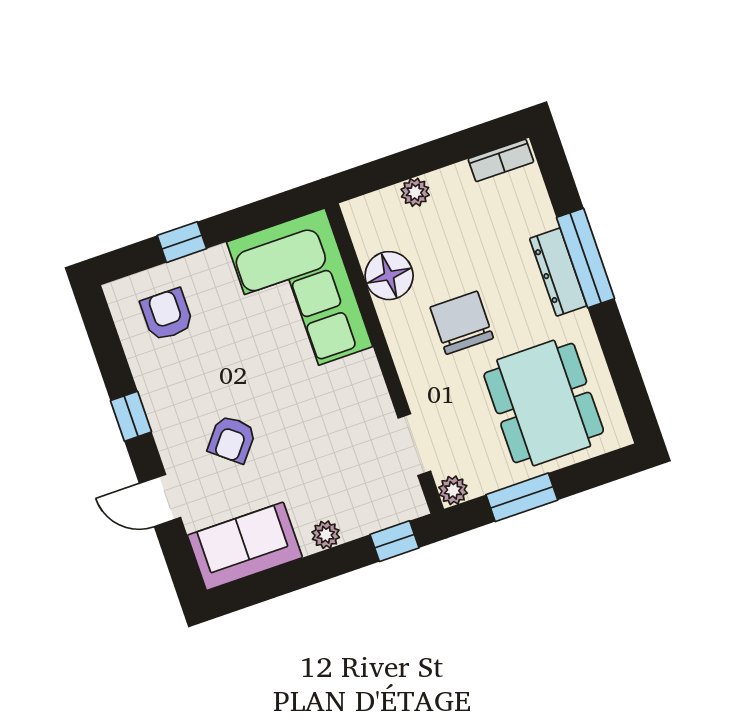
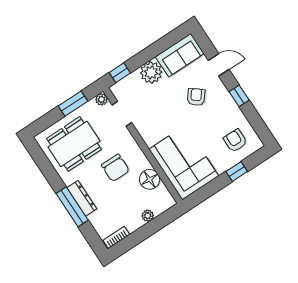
armchair: (167, 315) -> (235, 141), turned 180
dining table: (544, 403) -> (74, 144), turned 90
plant: (326, 535) -> (151, 73), width x1.88, depth x1.88

